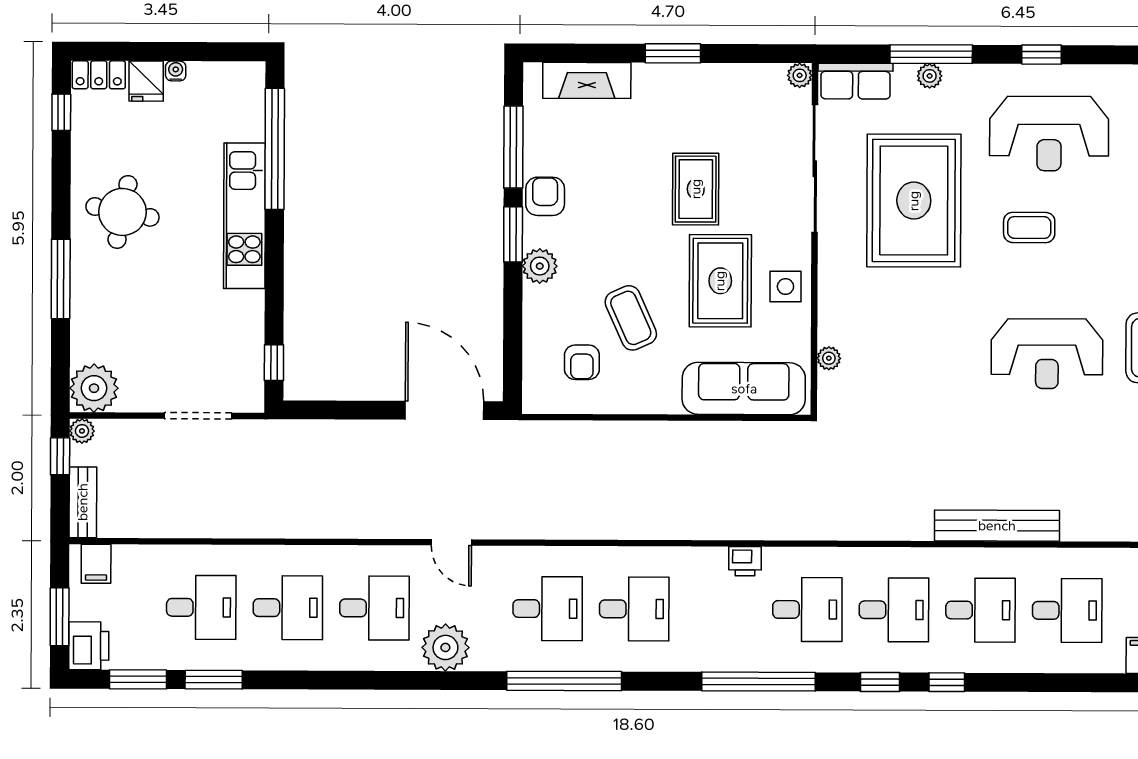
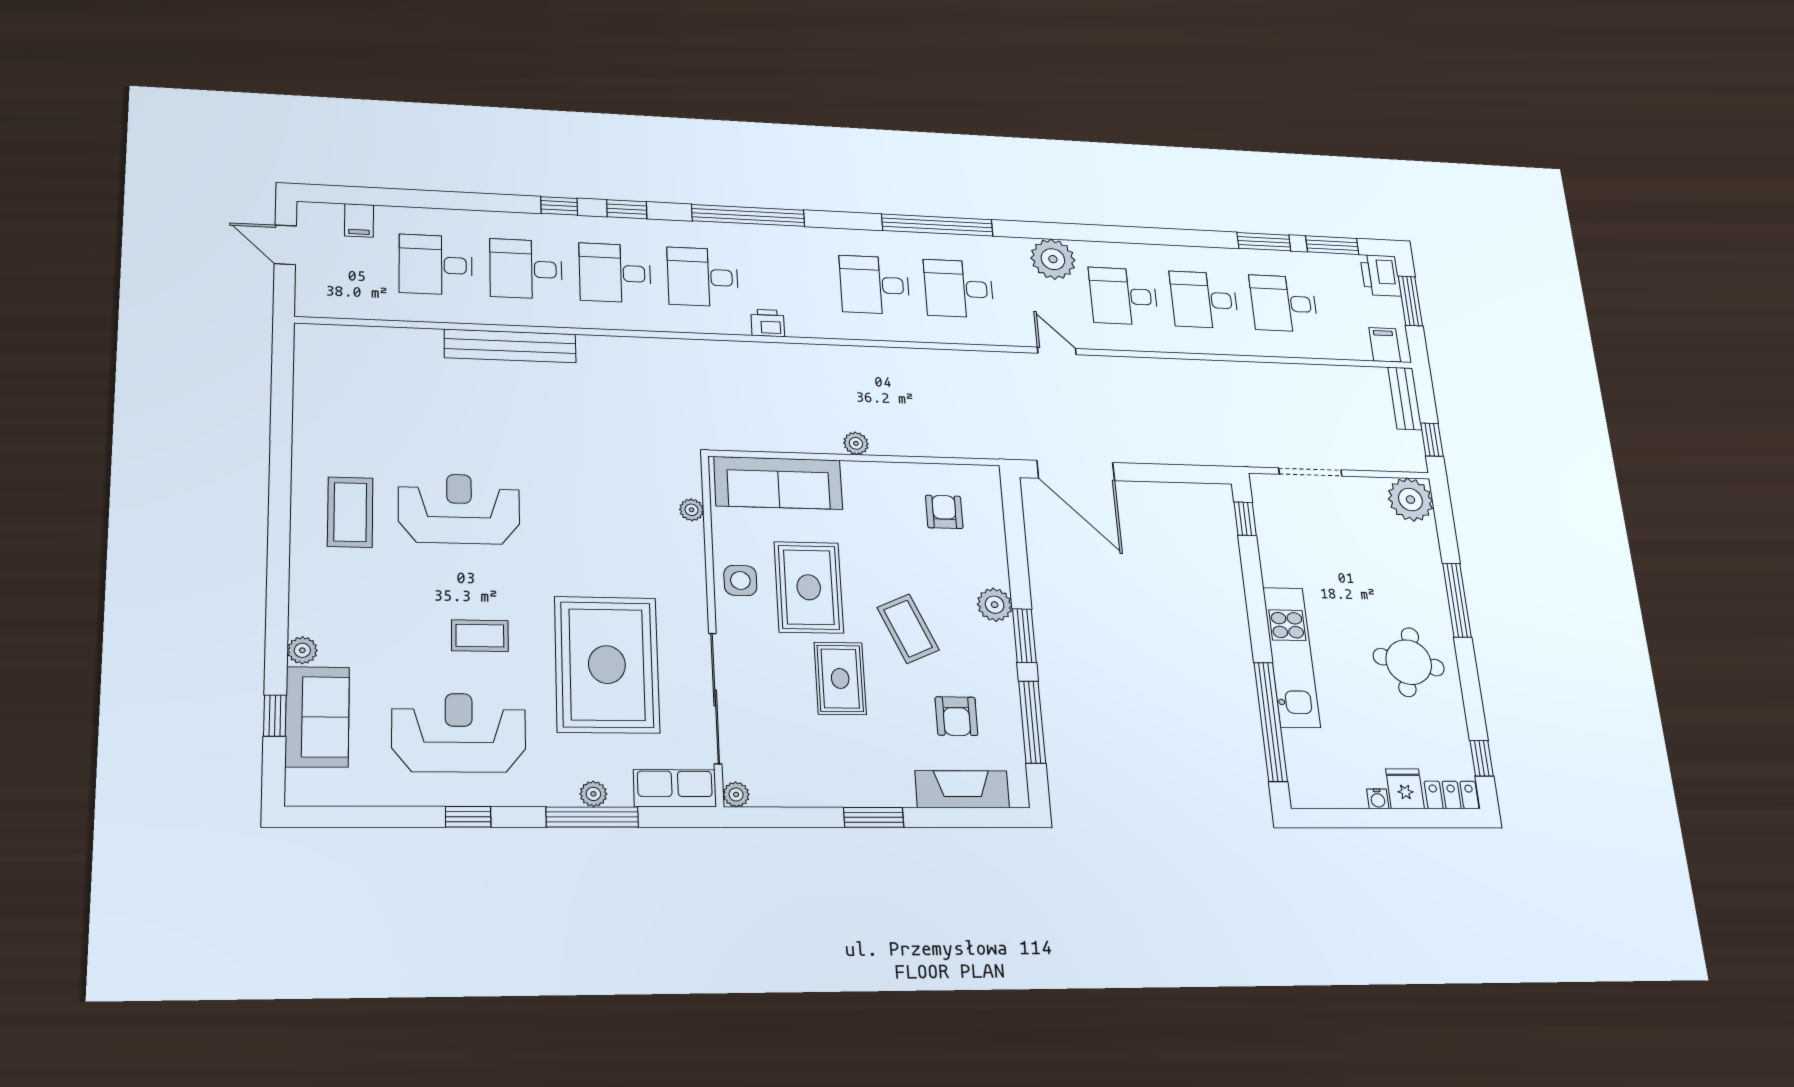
armchair: (545, 196) -> (956, 716), moved
coffee table: (631, 318) -> (908, 629), moved
plant: (82, 431) -> (856, 443), moved

